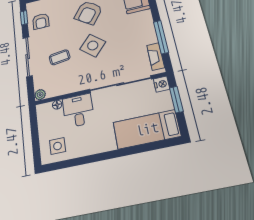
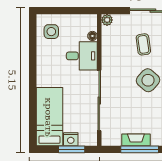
fireplace: (156, 57) -> (136, 140), moved
nightstand: (162, 84) -> (71, 139), moved

